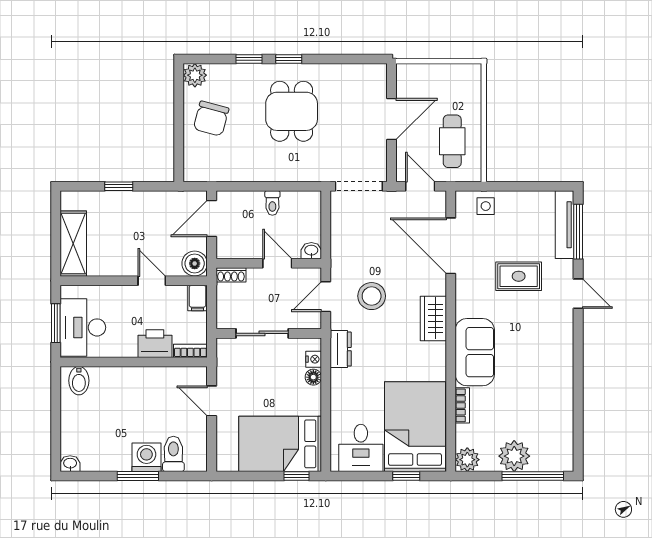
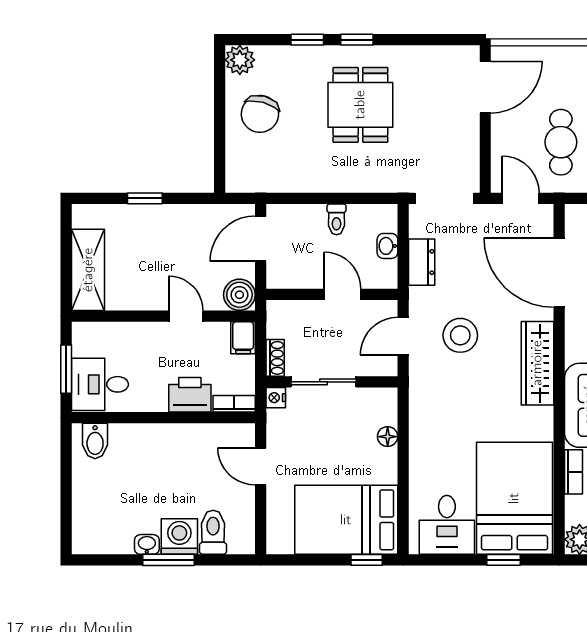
door: (392, 119) -> (485, 87), moved
washbasin: (311, 251) -> (387, 246), moved, turned -90
shoe rack: (231, 275) -> (275, 358), moved, turned -90
wardrobe: (433, 318) -> (537, 363), width x1.50
desk: (83, 327) -> (100, 384), width x0.73
dresser: (341, 349) -> (422, 262), moved
nightstand: (314, 359) -> (276, 398), moved, turned 180
washbasin: (70, 464) -> (147, 544), moved

